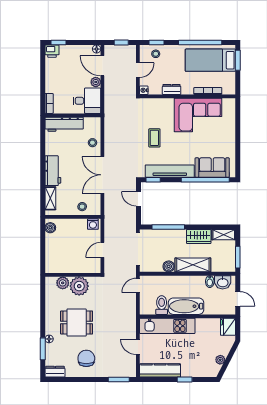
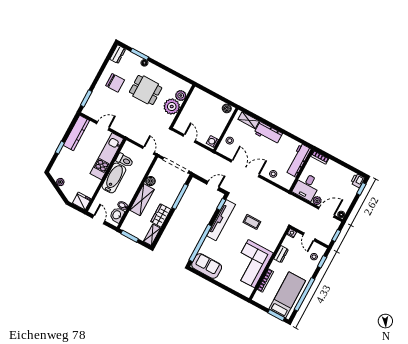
sofa: (212, 168) -> (207, 266), moved, turned -90
door: (238, 299) -> (99, 220), swing flipped
dining table: (77, 323) -> (146, 90), turned 90

